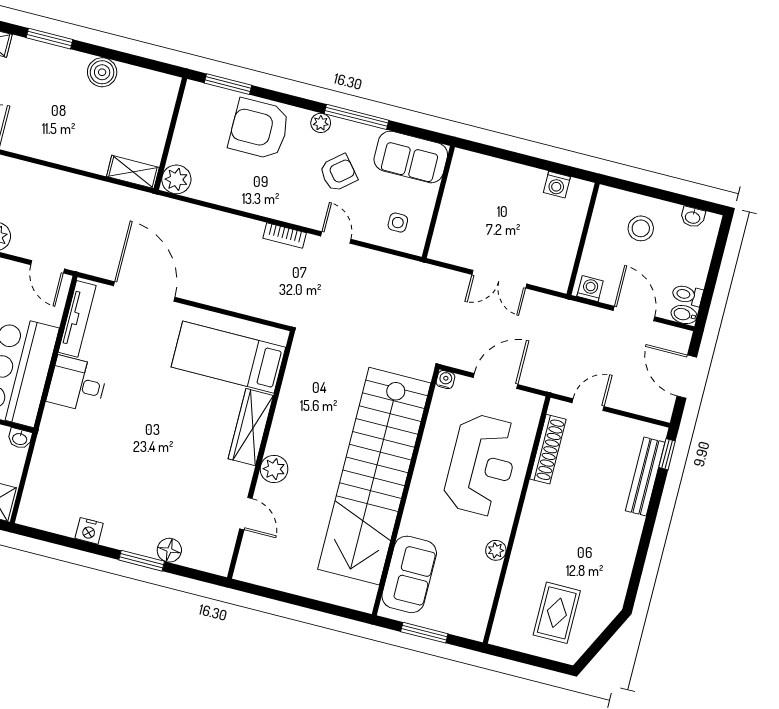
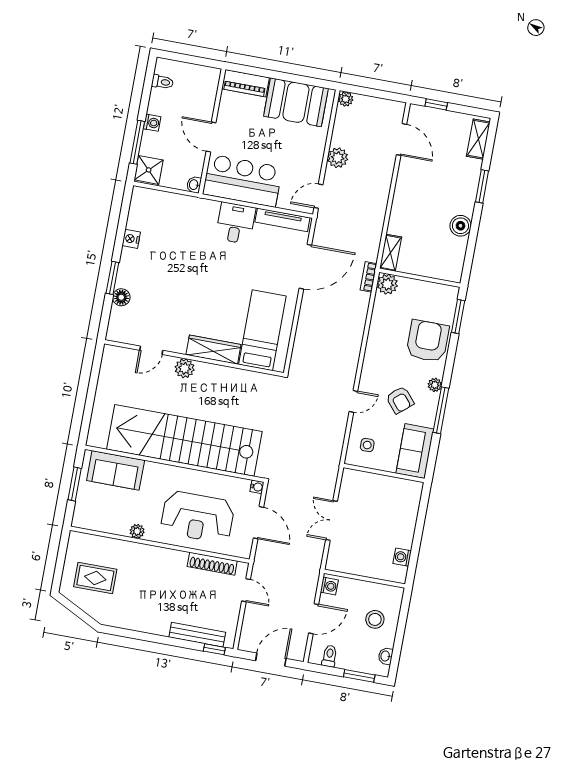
bookcase: (285, 235) -> (369, 277), moved
window: (718, 256) -> (359, 676), added
bidet: (684, 315) -> (315, 655), removed

